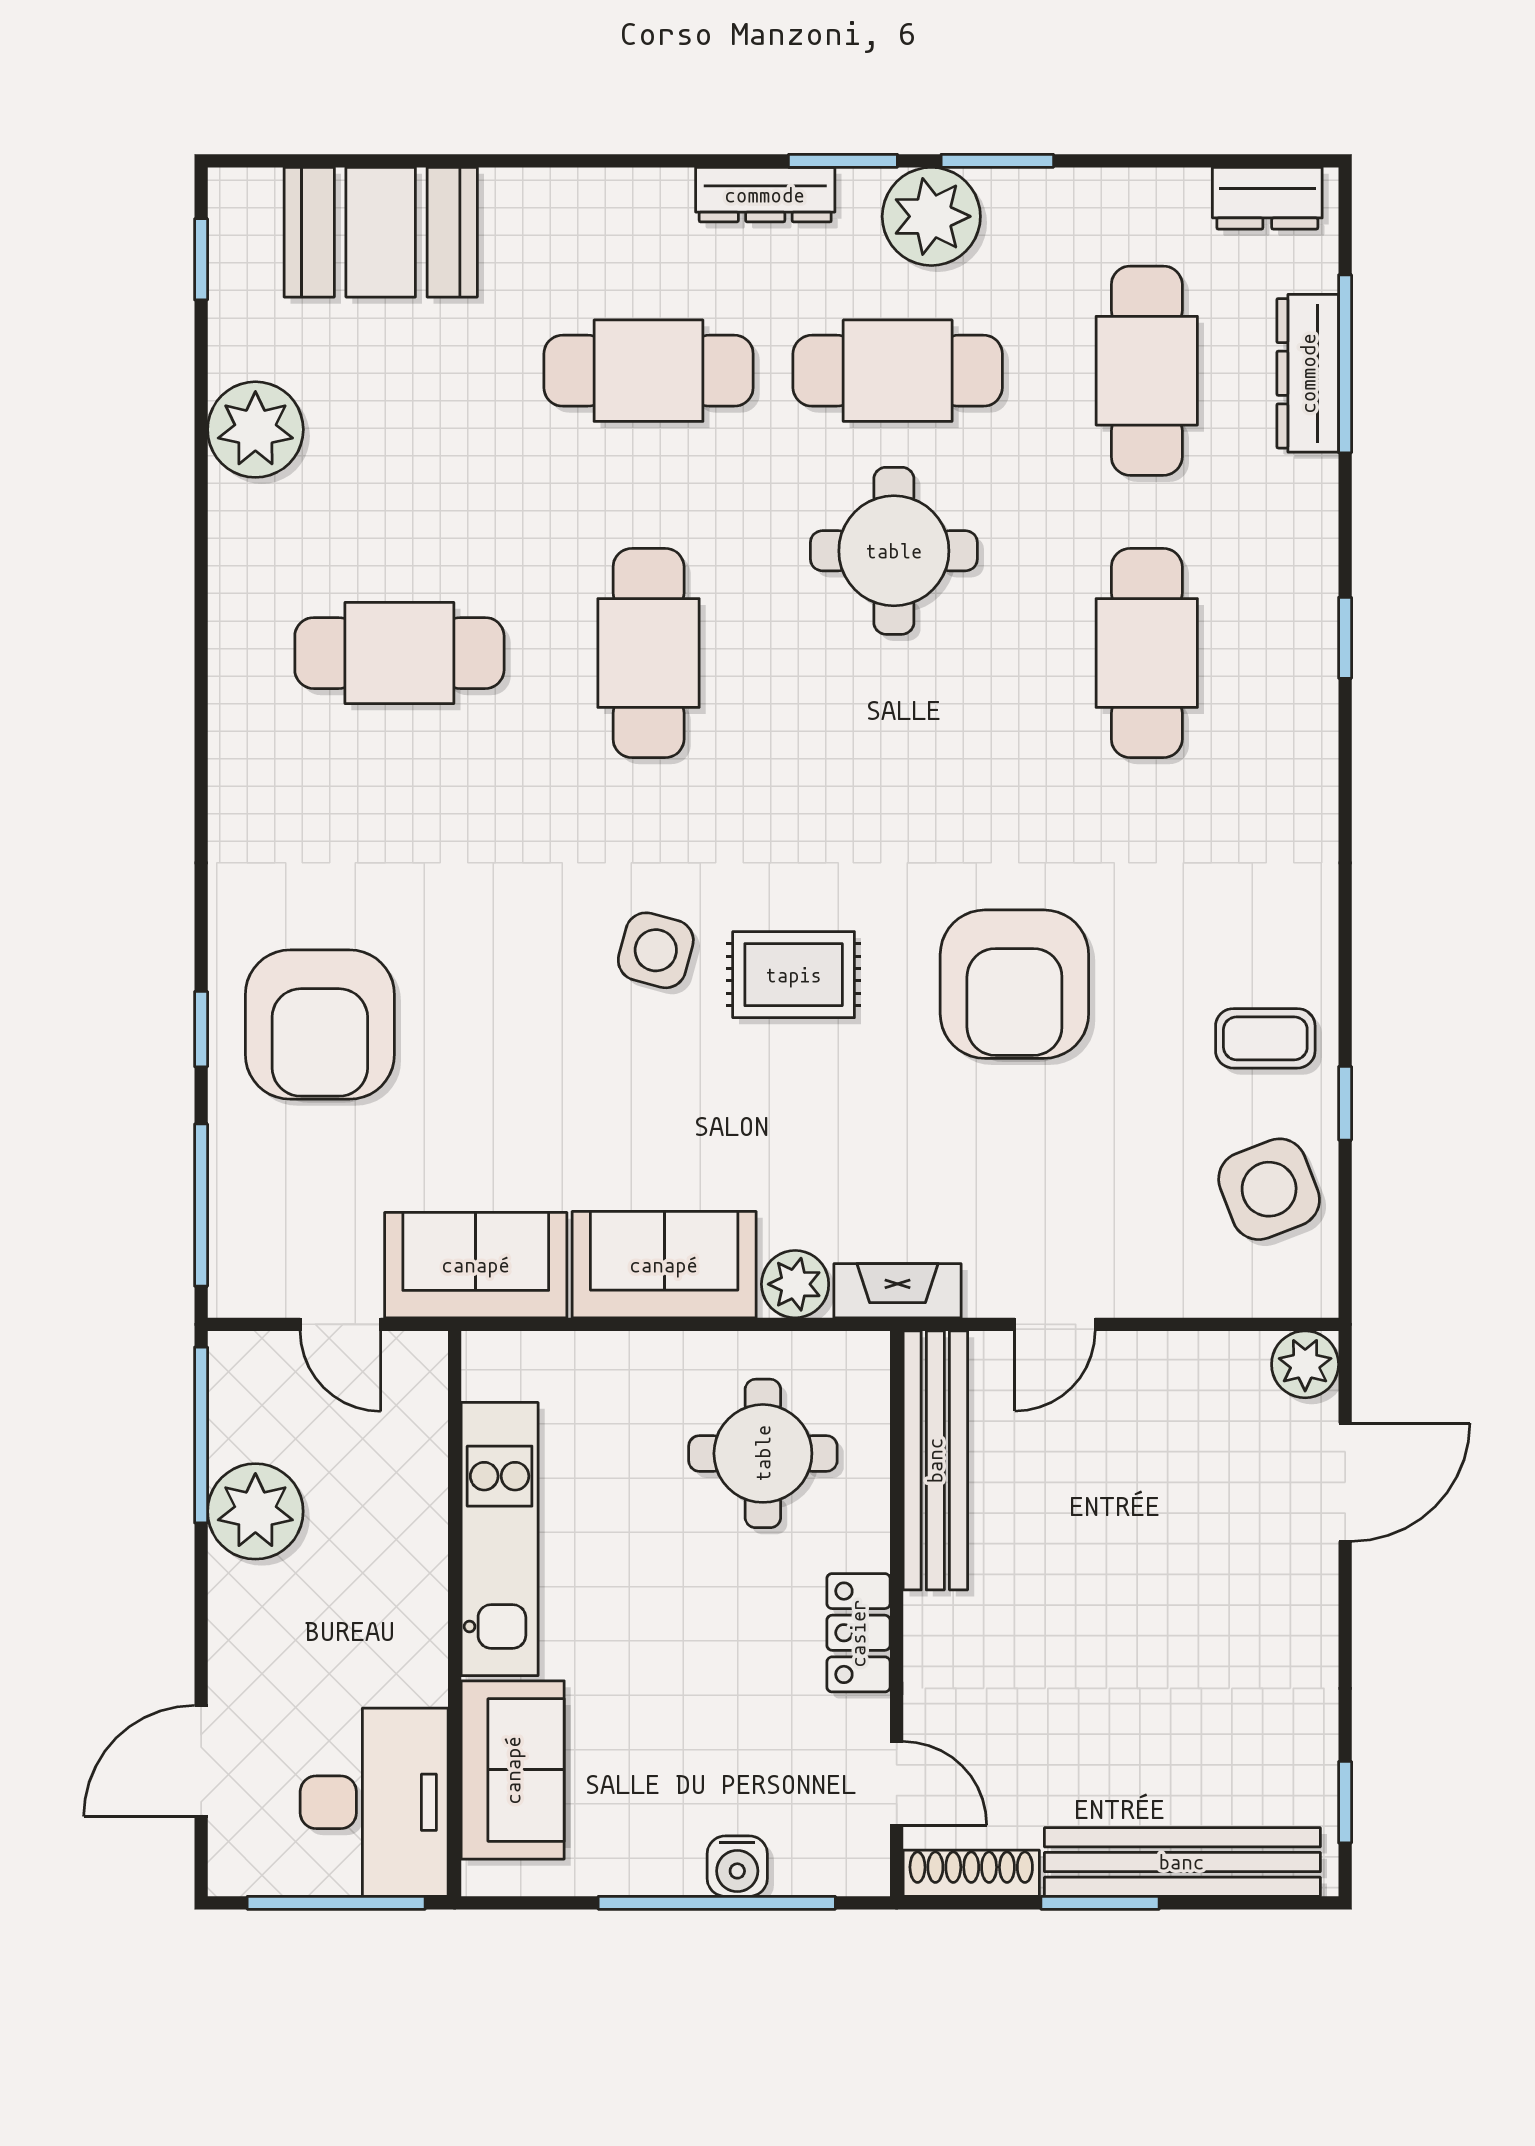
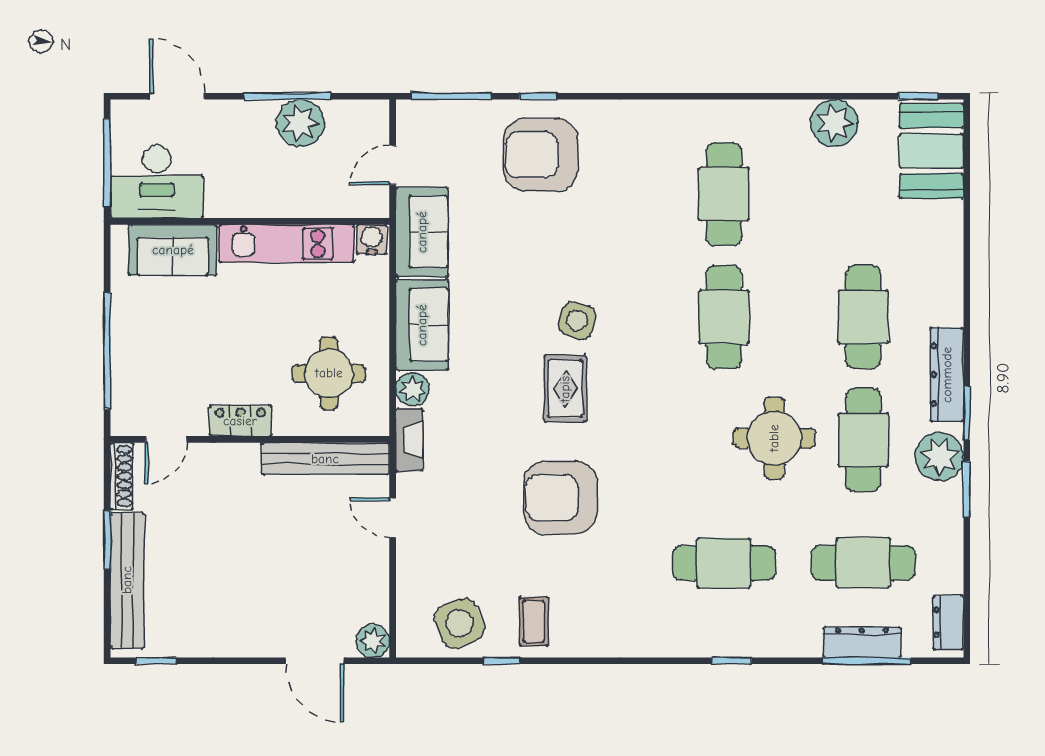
dresser: (765, 195) -> (947, 375), width x1.37, depth x1.24
booth: (381, 232) -> (932, 151), moved
cafe table: (649, 653) -> (724, 317), turned 90
window: (201, 1435) -> (287, 96), moved
water cooler: (737, 1866) -> (372, 239), moved, turned 90

